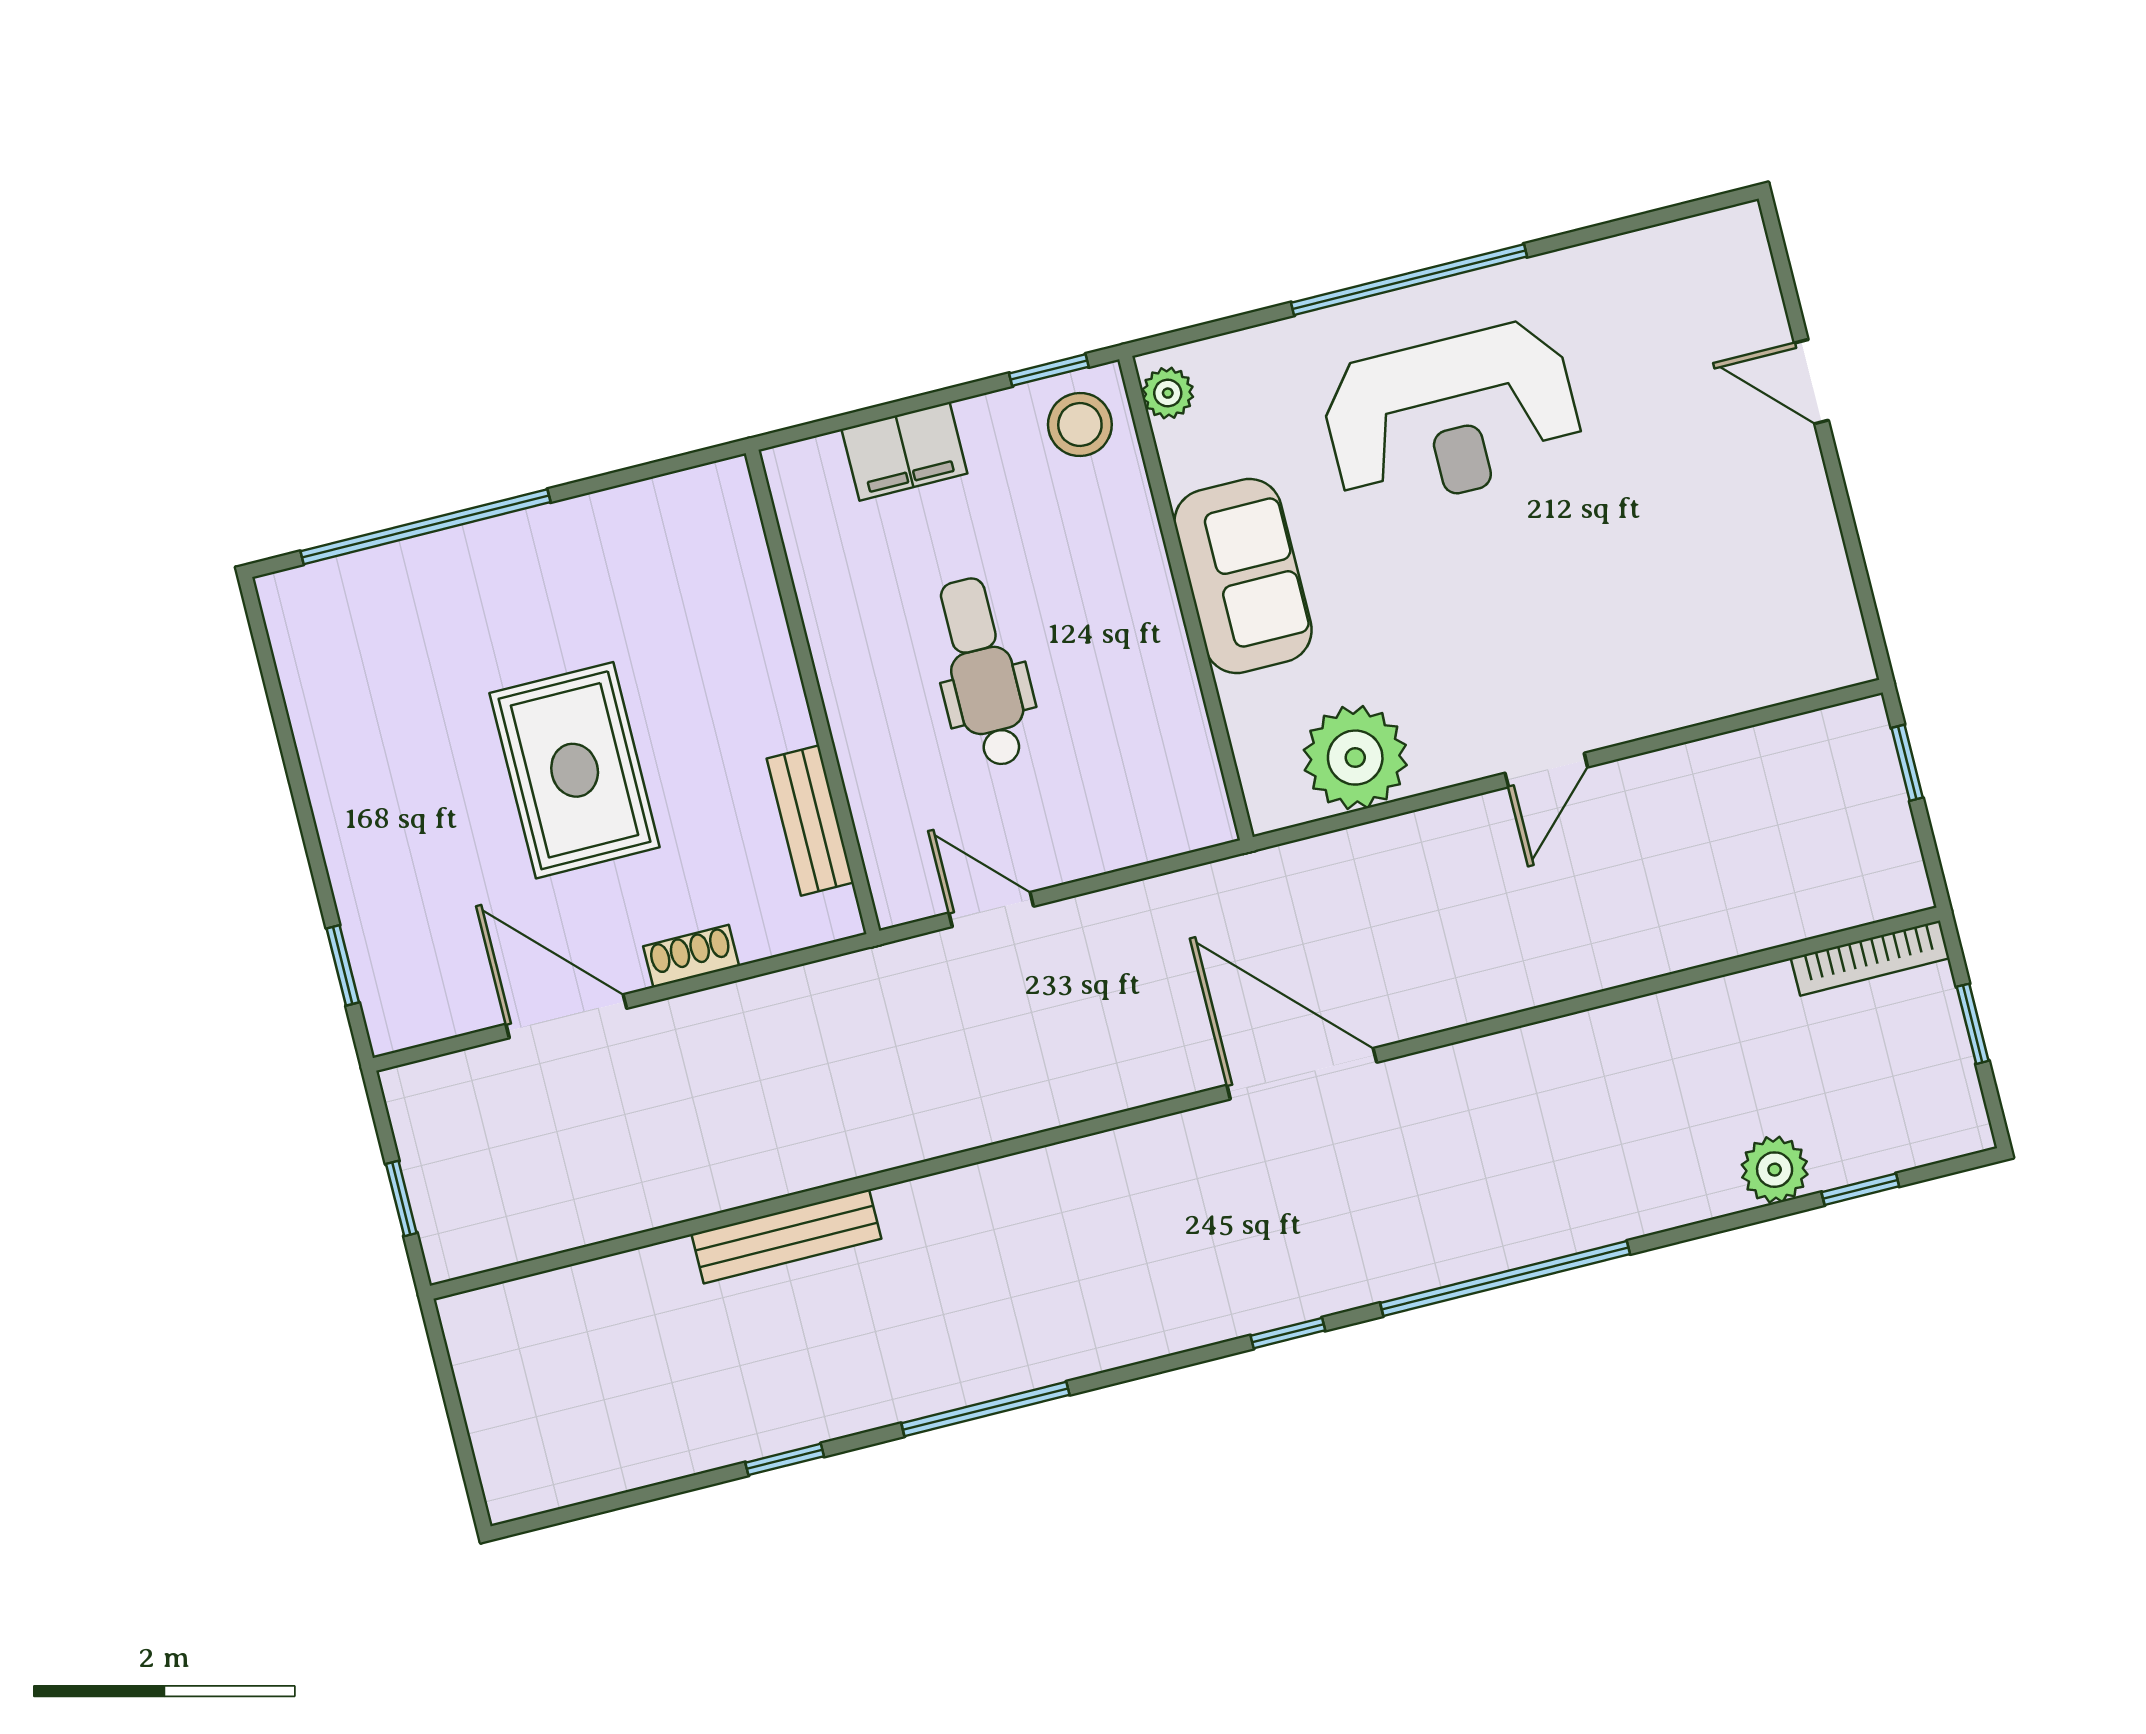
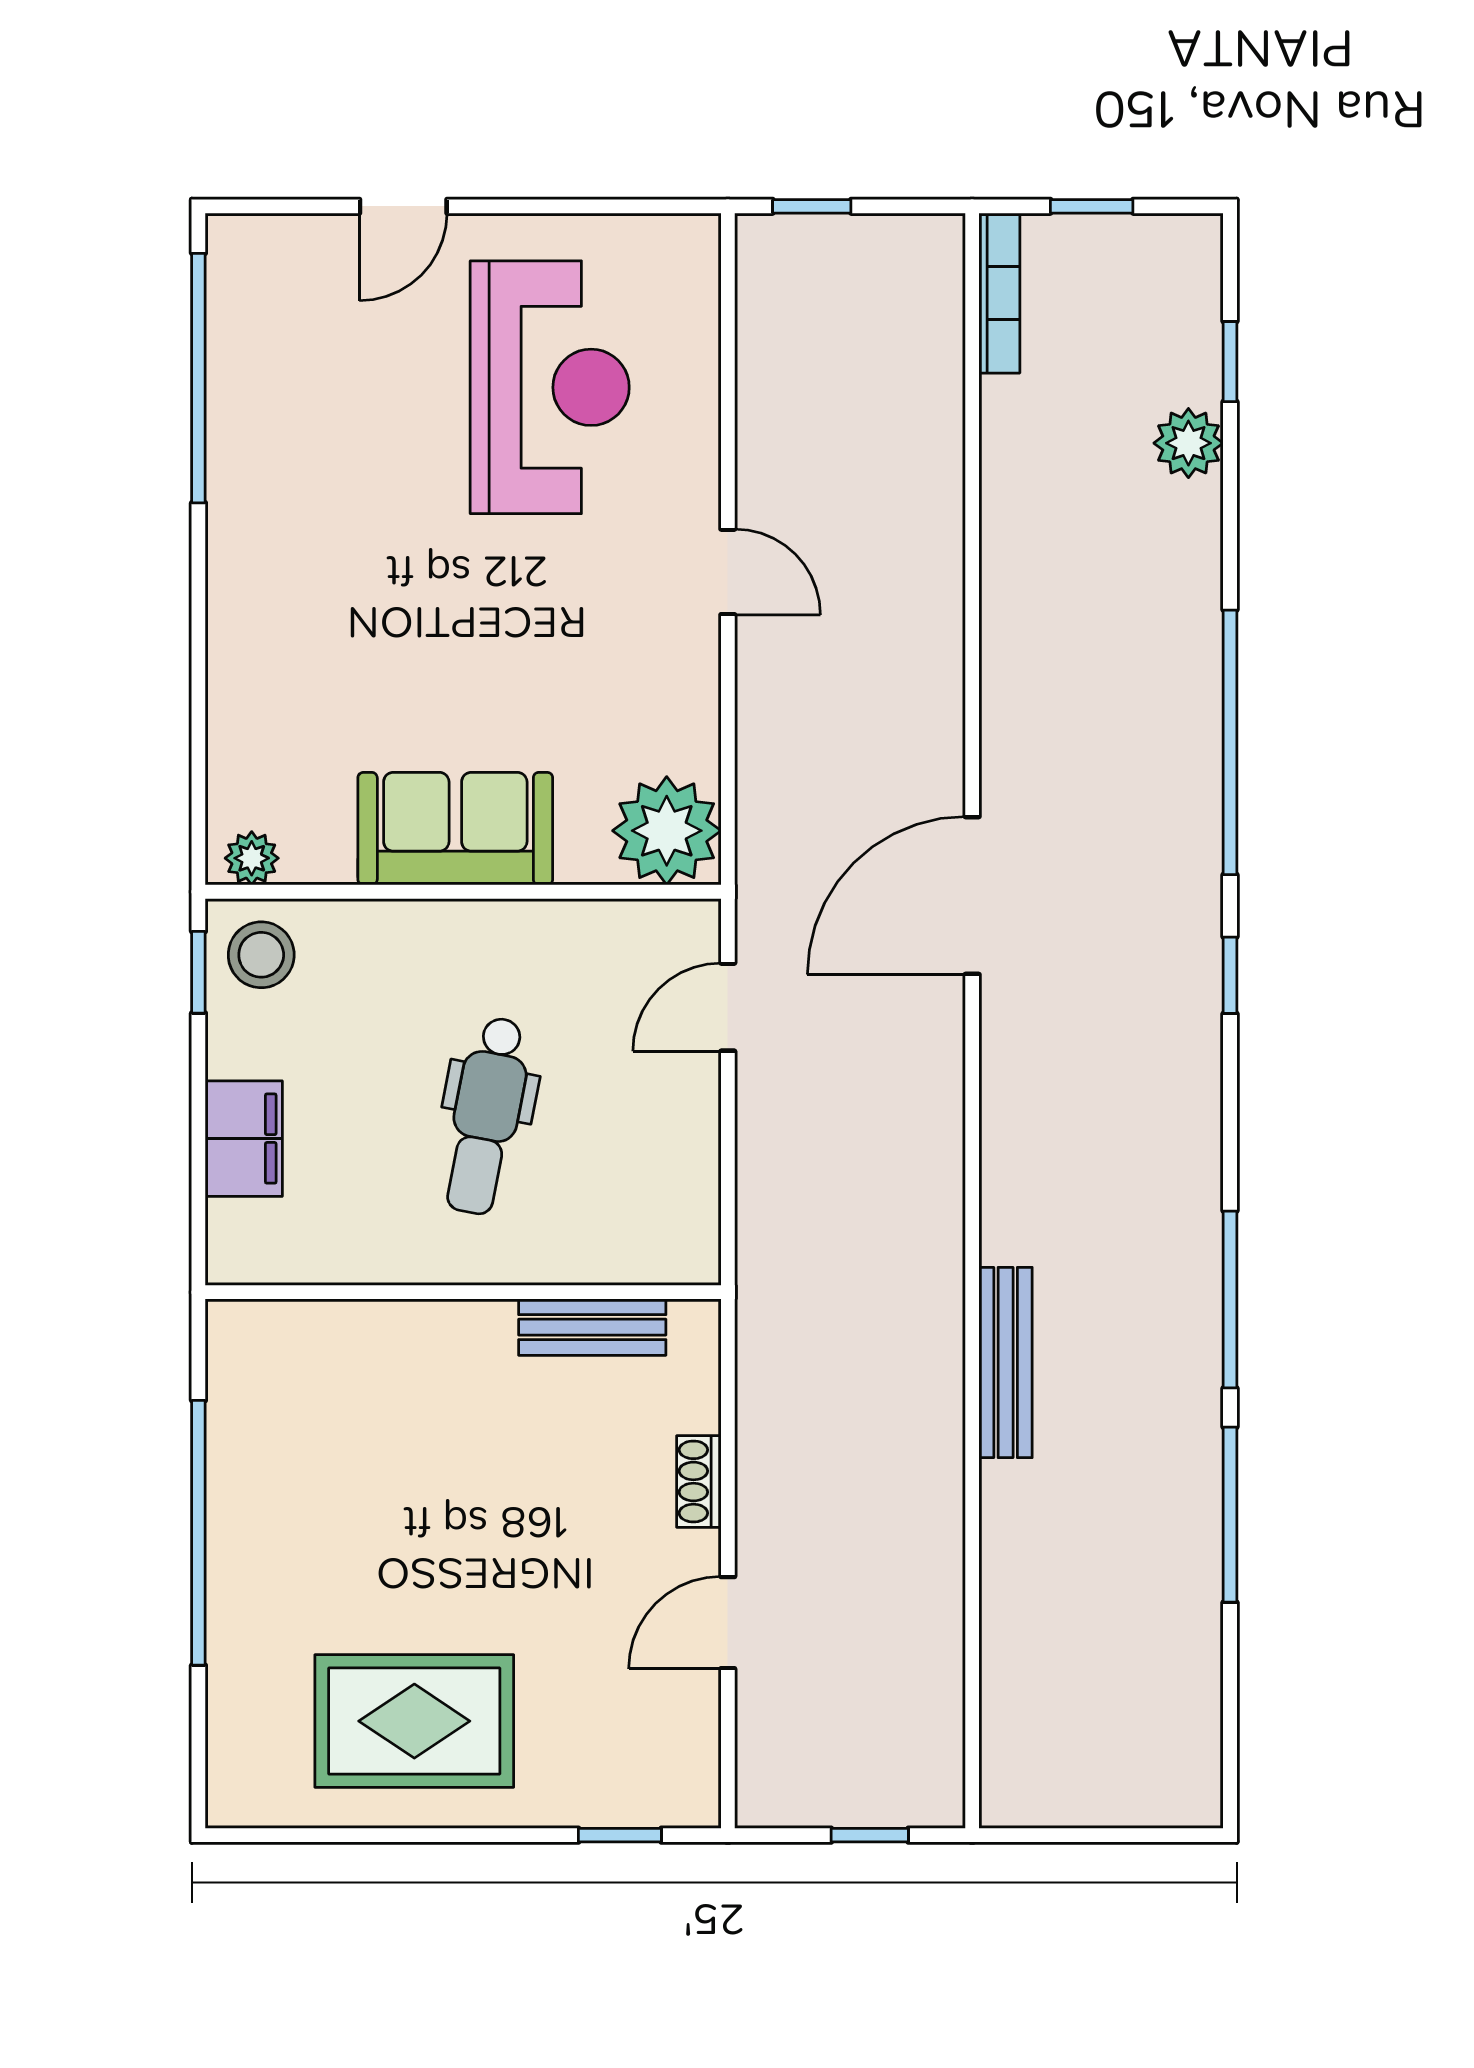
window: (1409, 280) -> (198, 378), moved
reception desk: (1452, 416) -> (550, 387), moved
window: (425, 527) -> (198, 1533), moved
dental chair: (983, 672) -> (486, 1116), turned -79
plant: (1355, 758) -> (667, 831), moved
rug: (575, 770) -> (414, 1721), moved
door: (991, 910) -> (728, 1007), moved
door: (566, 1016) -> (728, 1623), width x0.73
bench: (786, 1236) -> (1006, 1362), moved
window: (785, 1459) -> (1230, 1515), width x2.17

